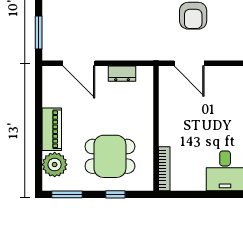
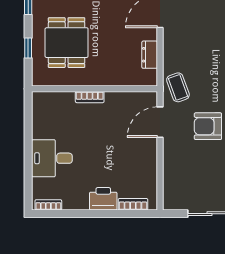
coffee table: (155, 46) -> (178, 87), added
bookcase: (164, 169) -> (90, 97), moved, width x0.64

